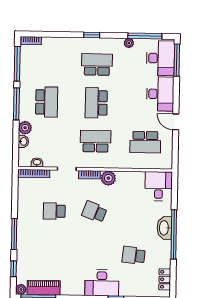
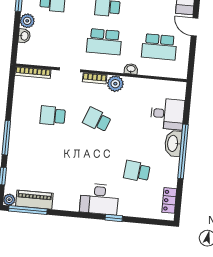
school desk: (96, 141) -> (104, 42), turned 180
washbasin: (37, 162) -> (131, 69), moved
desk: (159, 186) -> (167, 114), moved, turned 90

